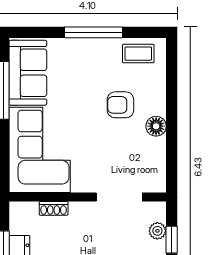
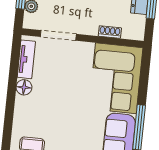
armchair: (120, 105) -> (50, 107), removed
tv unit: (157, 162) -> (26, 59), added

